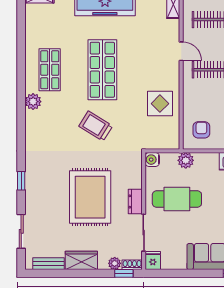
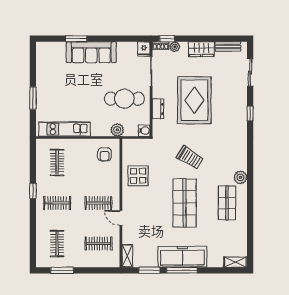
dresser: (135, 202) -> (158, 109), moved

